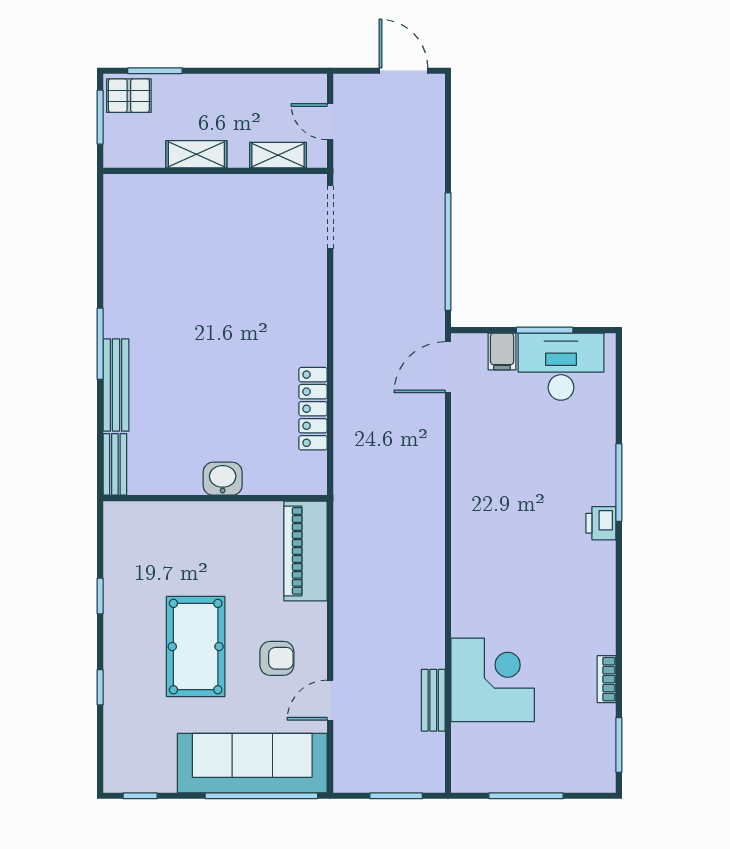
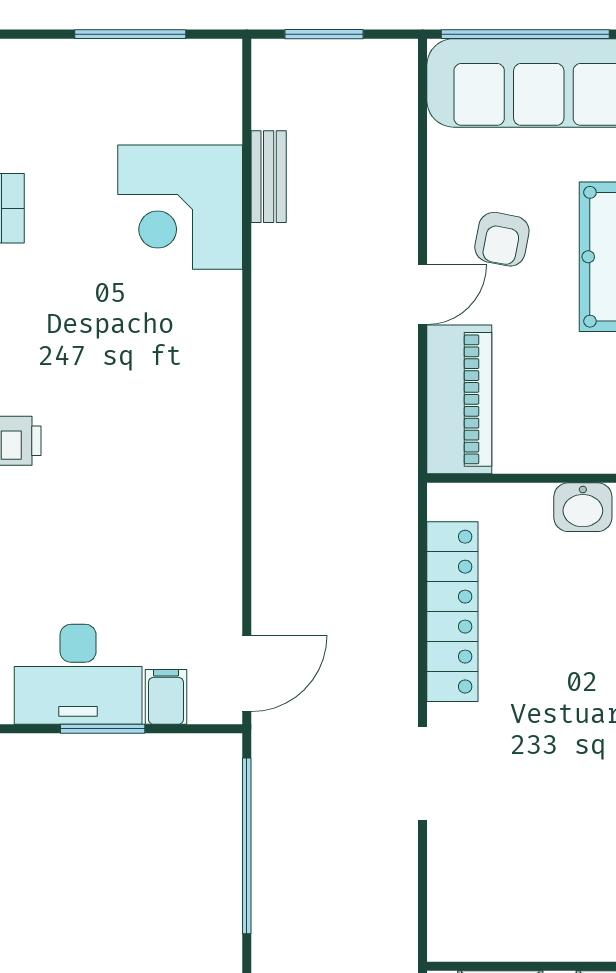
doorway: (330, 217) -> (423, 774), moved
locker: (313, 409) -> (452, 612), width x1.41, depth x1.21
armchair: (277, 658) -> (502, 239), turned -79
door: (330, 700) -> (423, 295), moved

